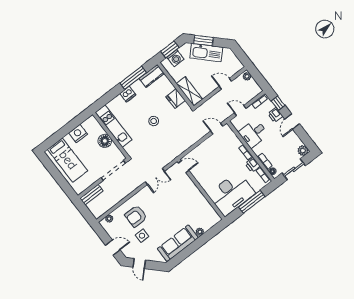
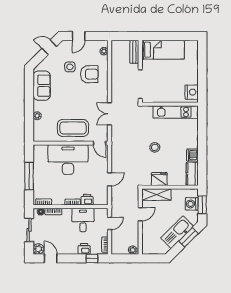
window: (133, 78) -> (202, 158), removed
door: (225, 84) -> (140, 214), moved
dishwasher: (128, 94) -> (192, 155), moved
door: (292, 122) -> (51, 258), moved
door: (217, 129) -> (109, 179), moved
nightstand: (78, 134) -> (192, 92), moved
floor lamp: (105, 141) -> (169, 96), removed
bed: (68, 160) -> (163, 50), moved, turned 180
printer: (253, 165) -> (87, 200), moved
door: (184, 167) -> (100, 143), hinge flipped
desk: (231, 194) -> (68, 160), moved, turned 90
coffee table: (188, 196) -> (73, 128), added
armchair: (136, 216) -> (89, 74), turned 90
sofa: (178, 243) -> (42, 86), width x0.73

